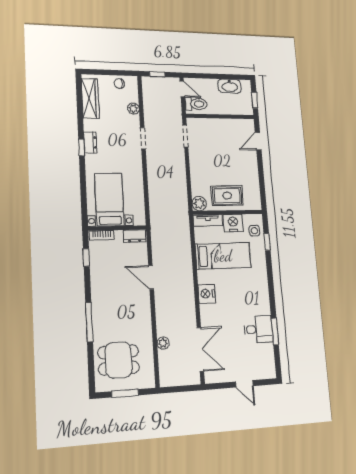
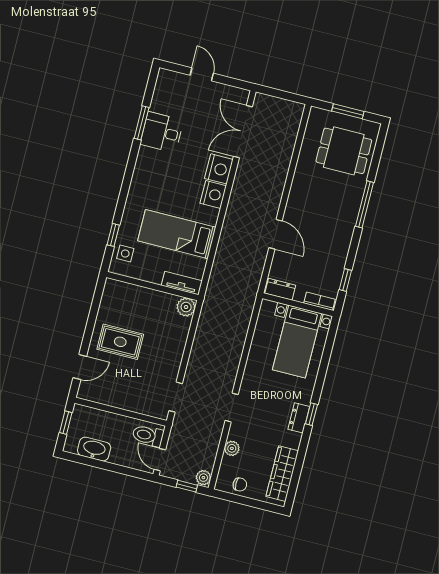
rug: (227, 196) -> (120, 342), moved
nightstand: (233, 223) -> (219, 169), moved, turned -90
plant: (163, 343) -> (203, 478), moved

